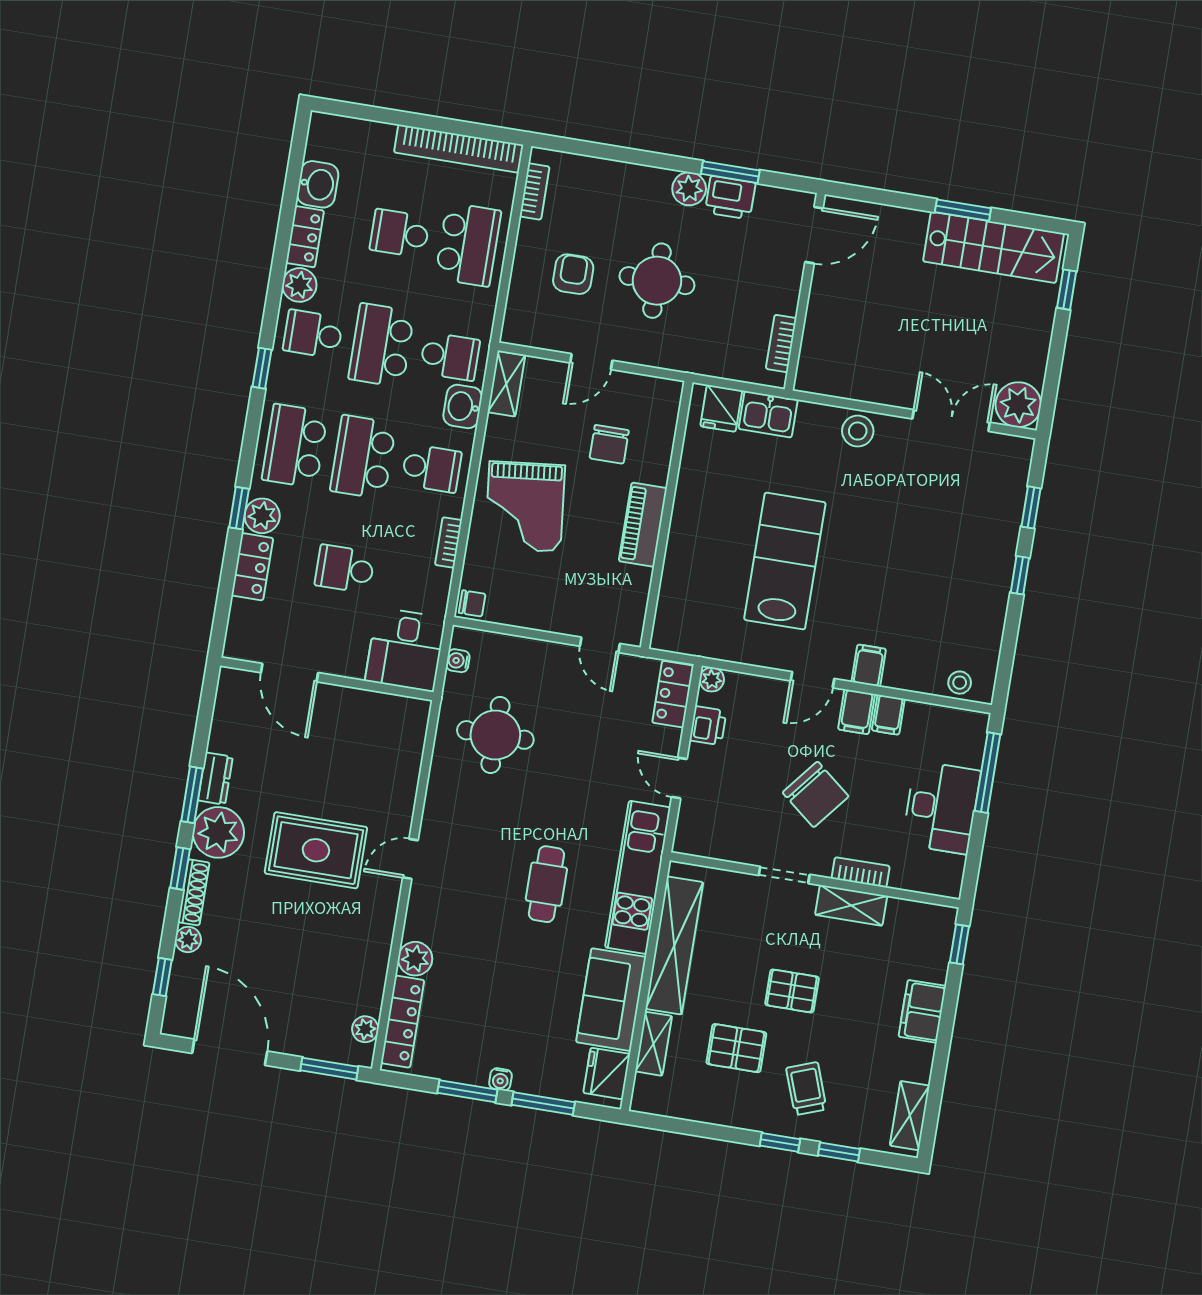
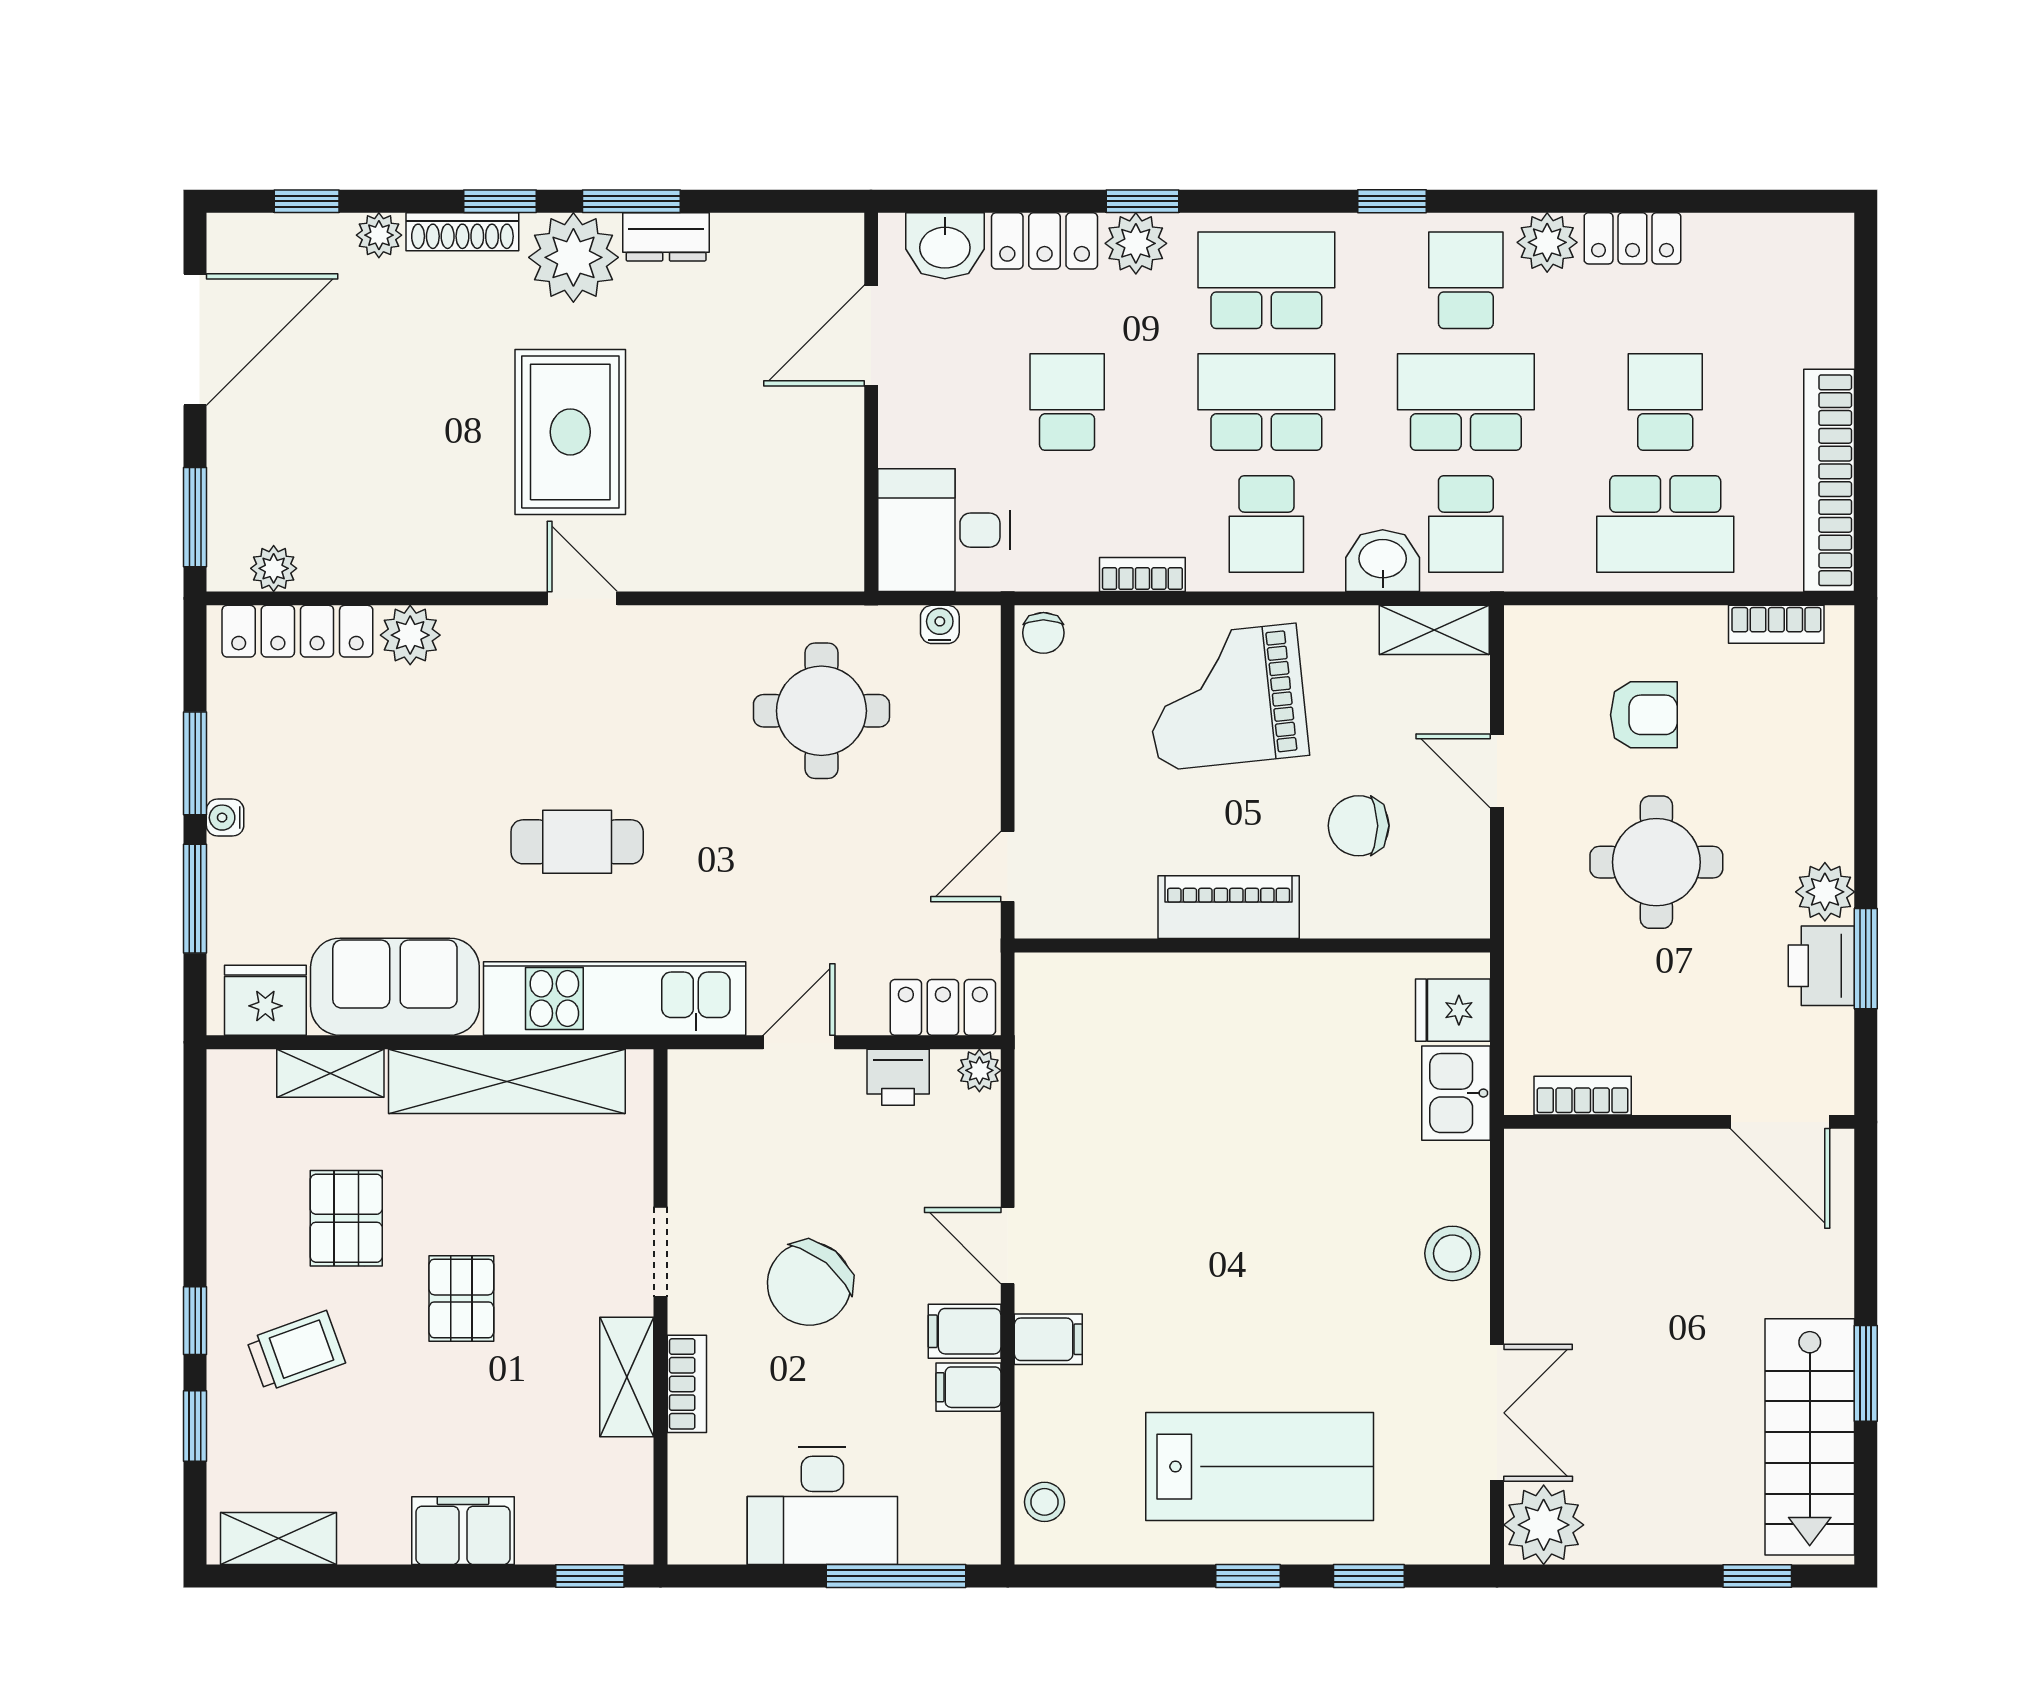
washbasin: (318, 184) -> (945, 246), moved
lab bench: (785, 561) -> (1260, 1467), moved

